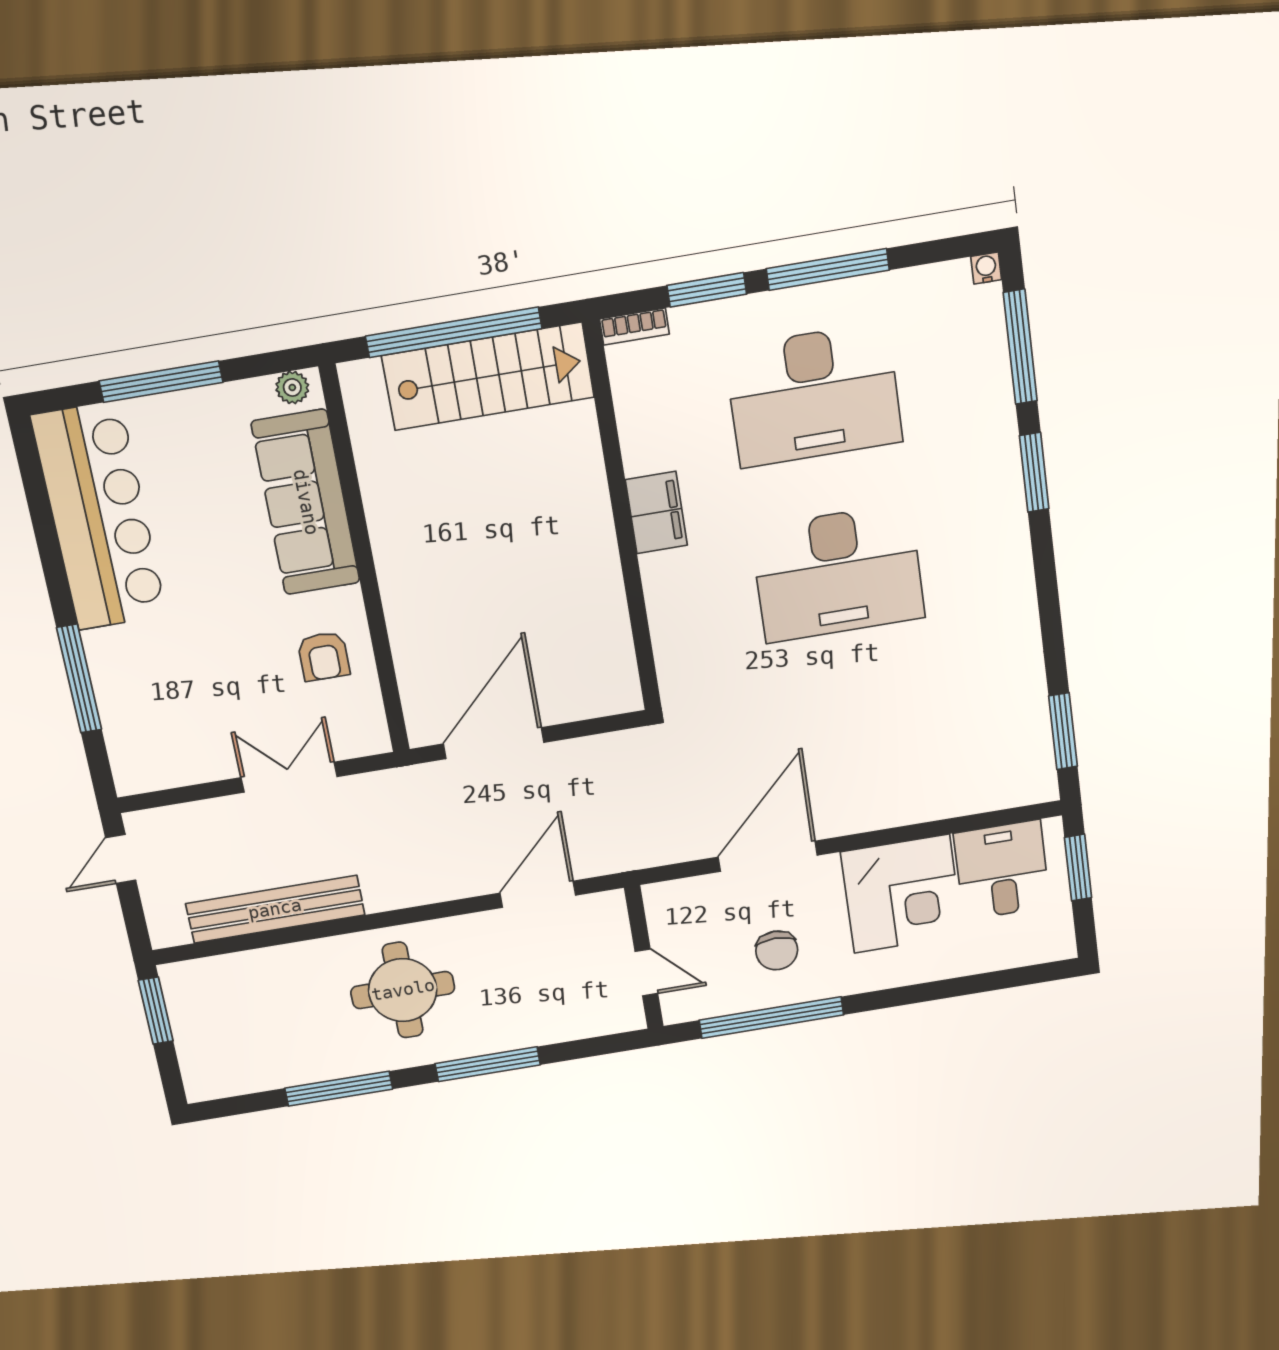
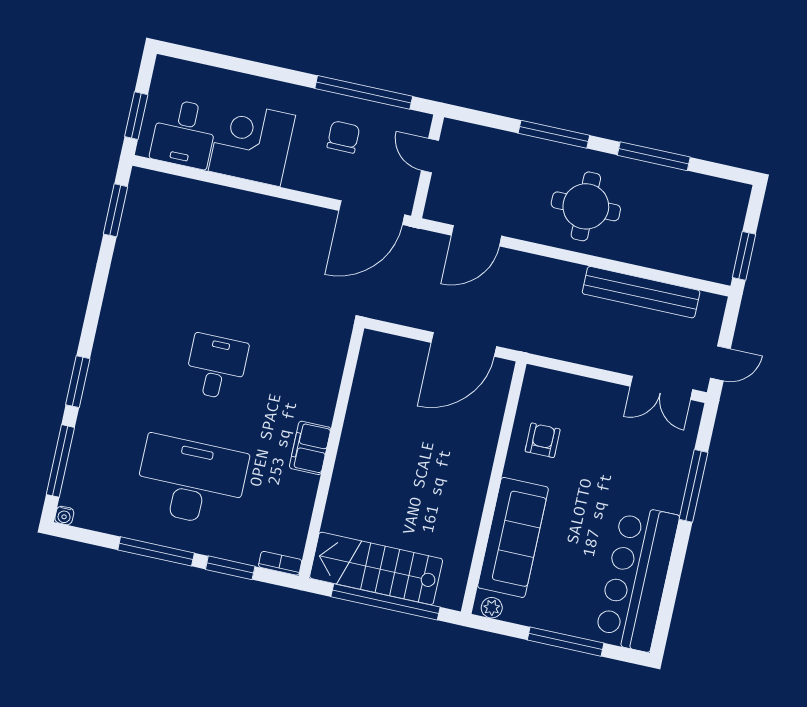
desk: (838, 573) -> (216, 367), width x0.53, depth x0.77
double door: (289, 777) -> (661, 388), moved
door: (768, 856) -> (372, 213), moved

